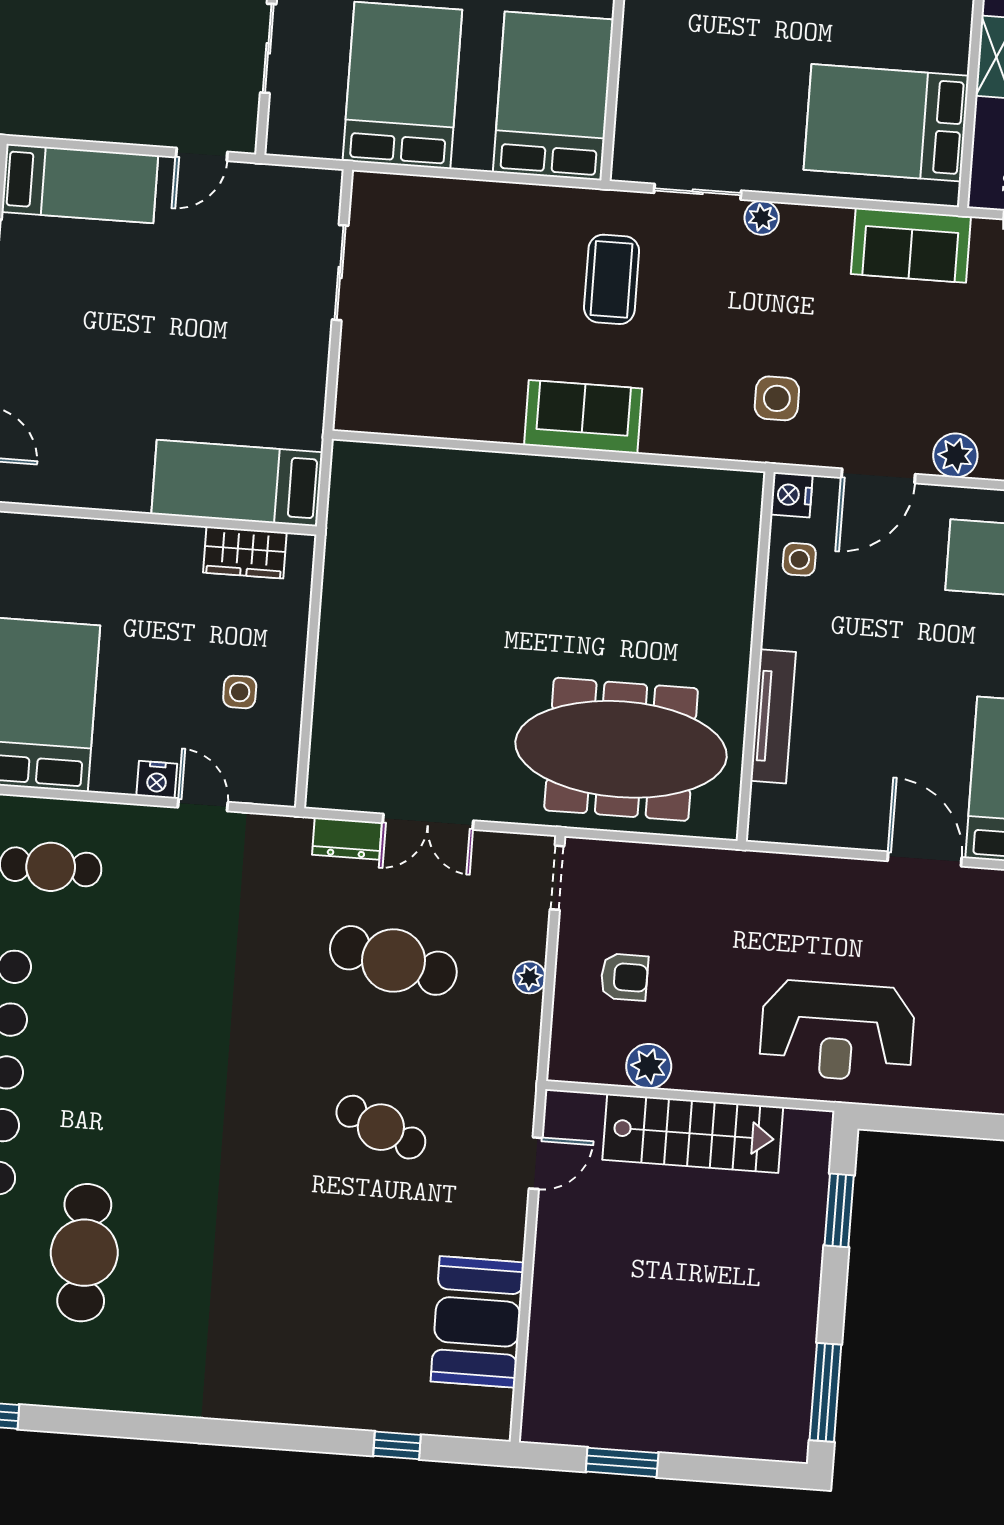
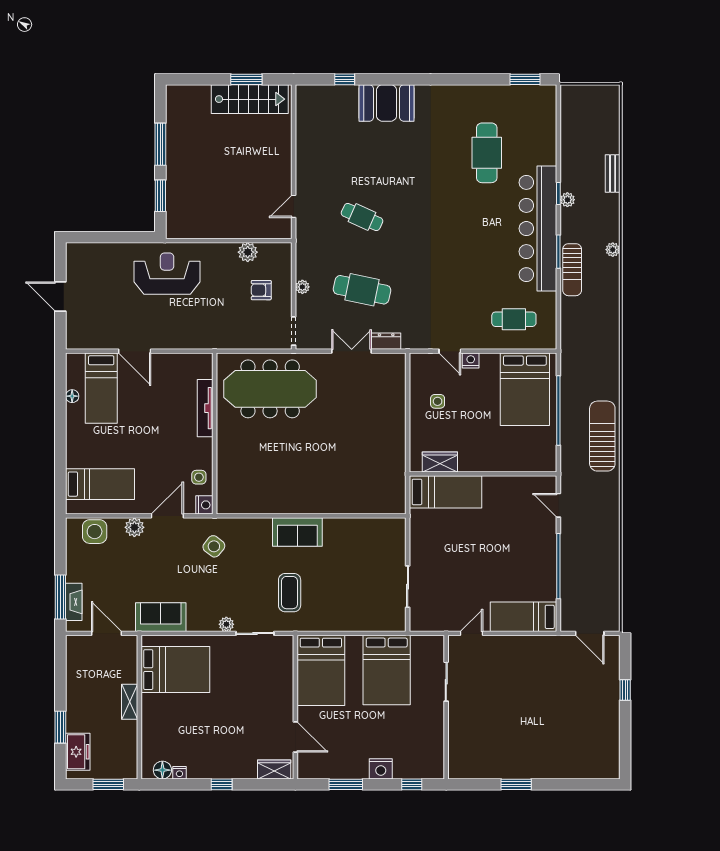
side table: (777, 398) -> (214, 546), turned 38
stairs: (693, 1133) -> (250, 99), moved, turned 180
booth: (477, 1322) -> (387, 103), moved, turned 90
window: (825, 1392) -> (160, 144), moved

